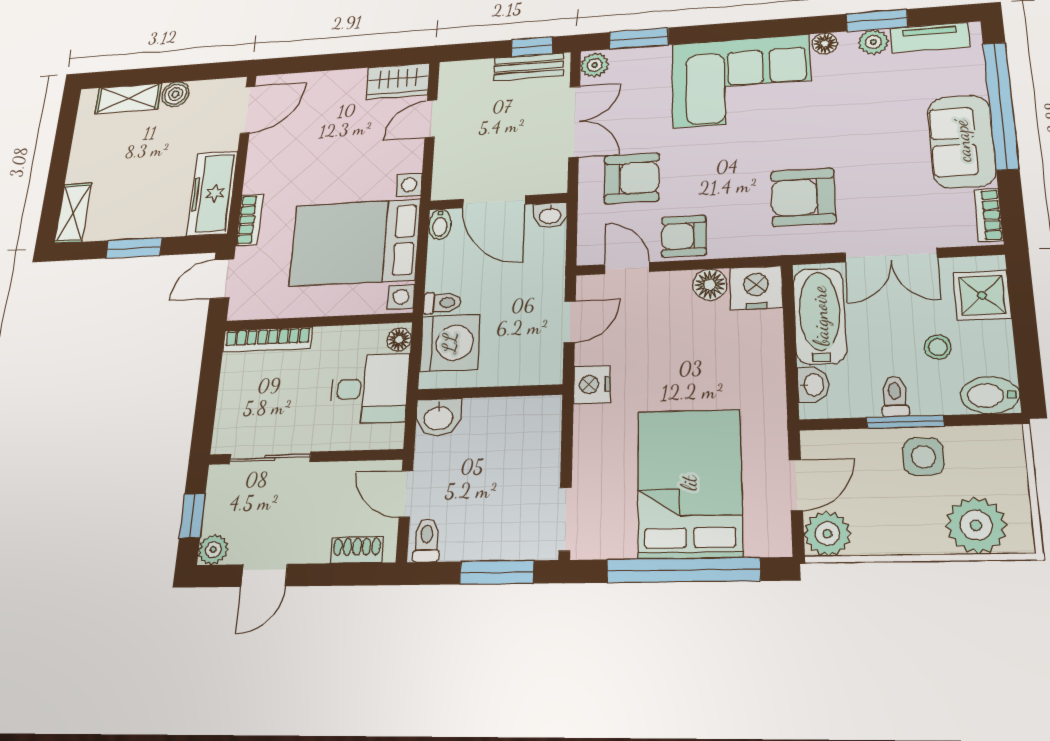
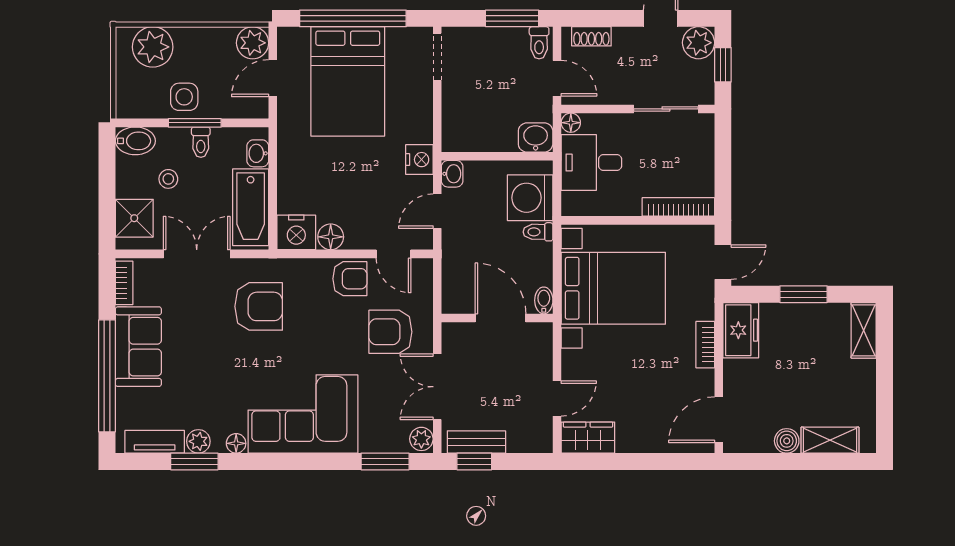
freezer: (212, 193) -> (741, 330), width x0.71
washbasin: (550, 215) -> (452, 174), moved, turned 90
bookcase: (249, 220) -> (705, 345), moved
floor lamp: (399, 339) -> (571, 123), moved
plant: (213, 550) -> (698, 43), width x1.38, depth x1.38
window: (497, 572) -> (512, 18), moved

